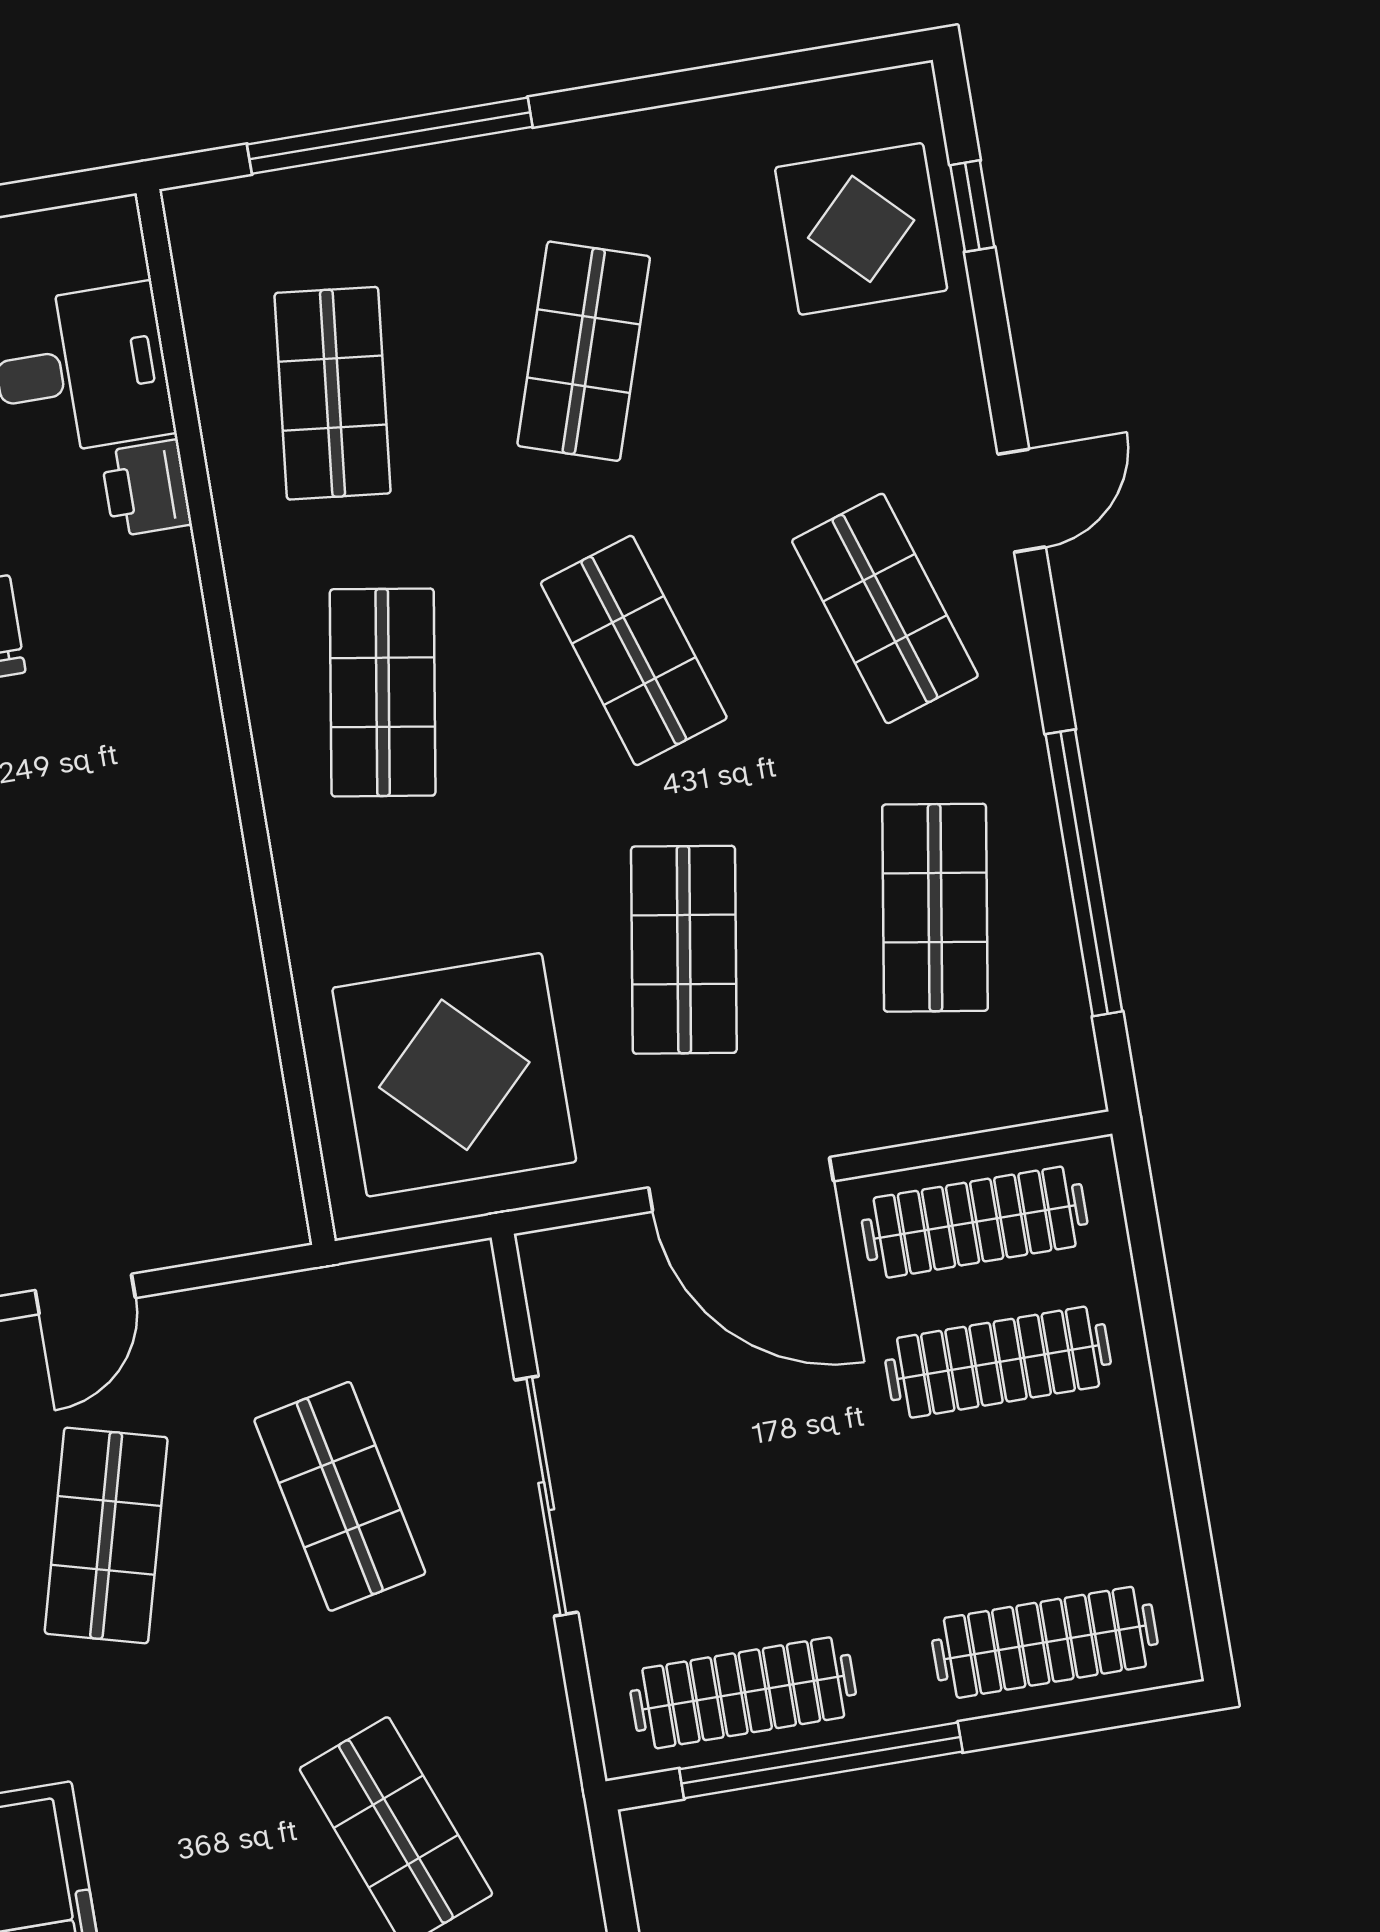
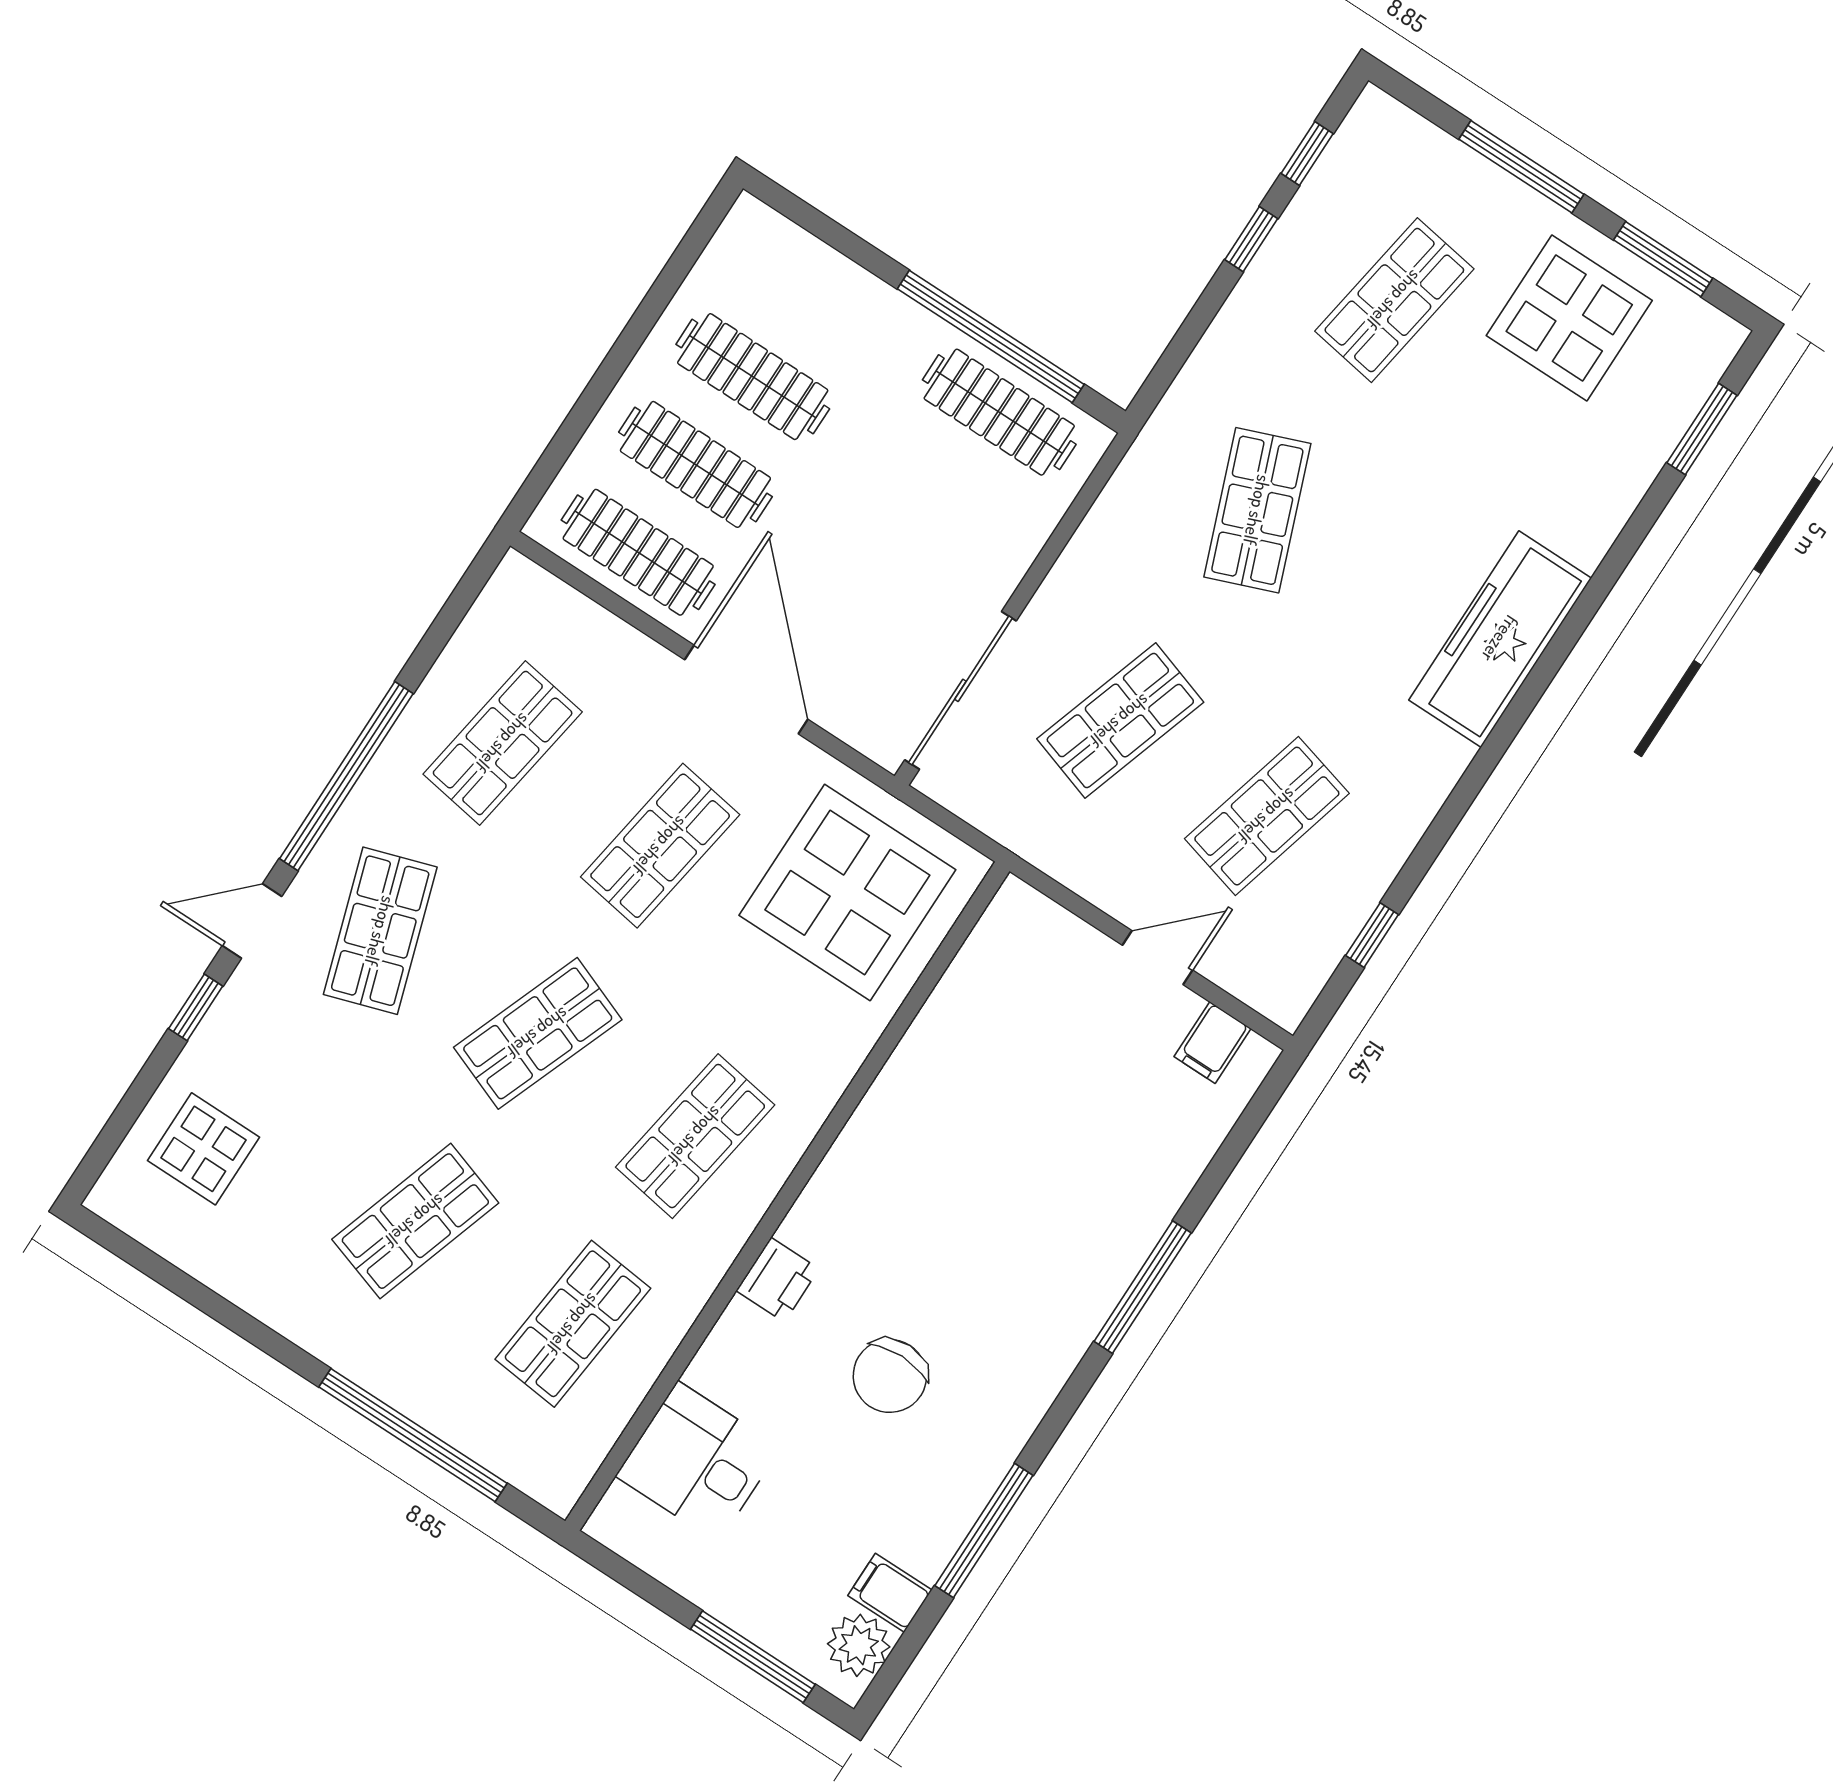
window: (972, 206) -> (196, 1007), moved
display table: (861, 229) -> (203, 1149), width x0.73, depth x0.73
printer: (146, 488) -> (777, 1280), moved
shop shelf: (634, 650) -> (538, 1033), turned 39
window: (1084, 873) -> (346, 776), moved
shop shelf: (340, 1496) -> (1120, 721), turned 30
sliding door: (546, 1496) -> (960, 690), moved
clothes rail: (1045, 1642) -> (753, 377), moved

